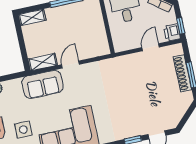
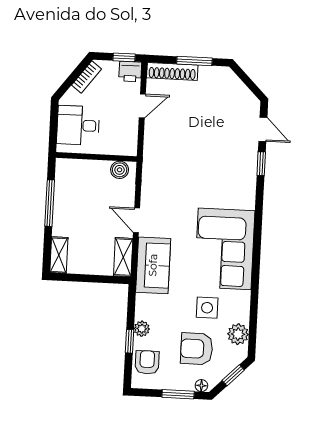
boiler: (102, 43) -> (120, 170), added
door: (151, 47) -> (142, 106), swing flipped
shoe rack: (182, 73) -> (172, 71), moved

